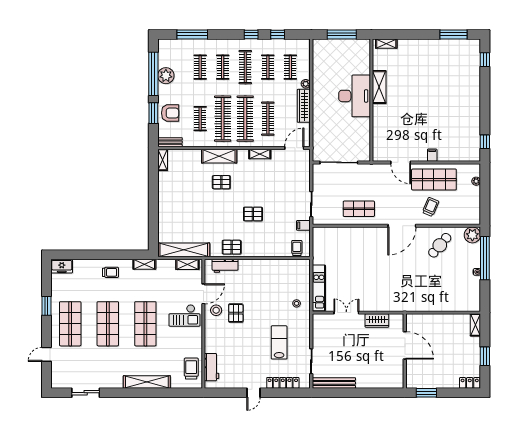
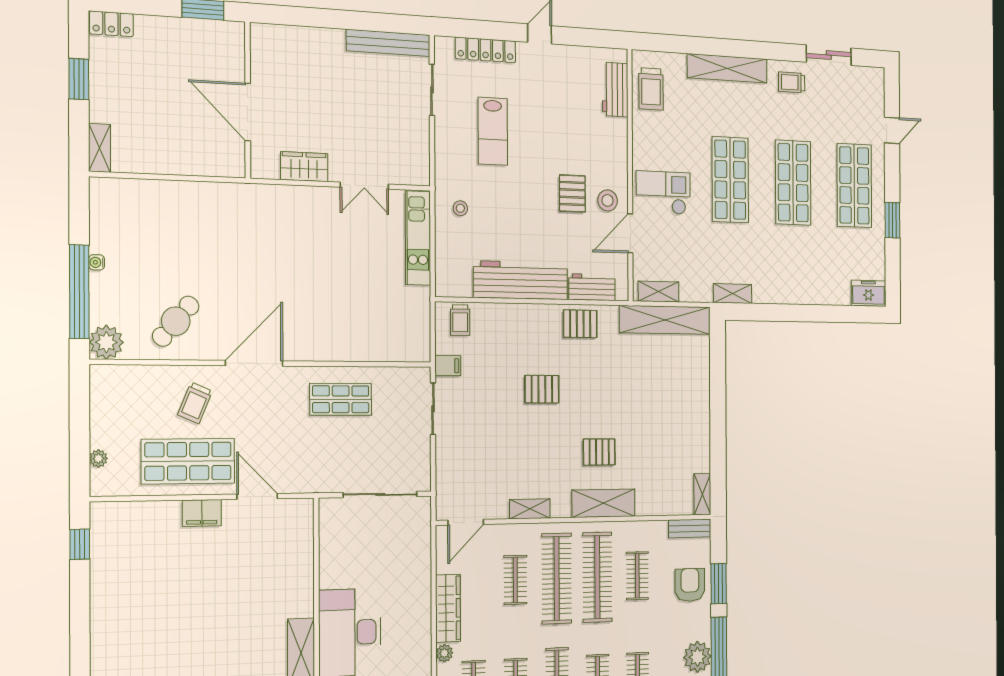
armchair: (170, 113) -> (690, 585), turned 90
clothes rail: (268, 119) -> (515, 580), width x0.73
filing cabinet: (432, 155) -> (202, 513), width x2.00
workbench: (264, 268) -> (521, 280), added
trolley: (110, 272) -> (792, 82), moved

